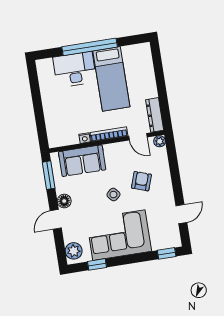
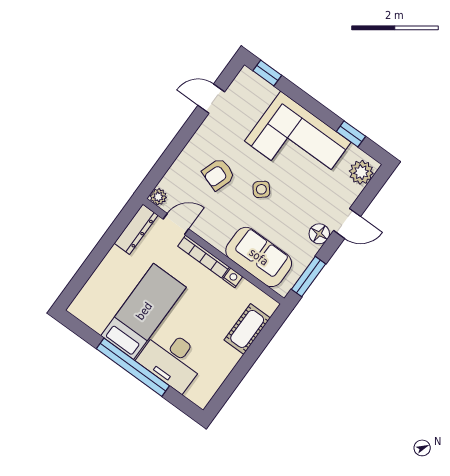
cot: (53, 120) -> (247, 329), added
door: (138, 137) -> (176, 224), hinge flipped

